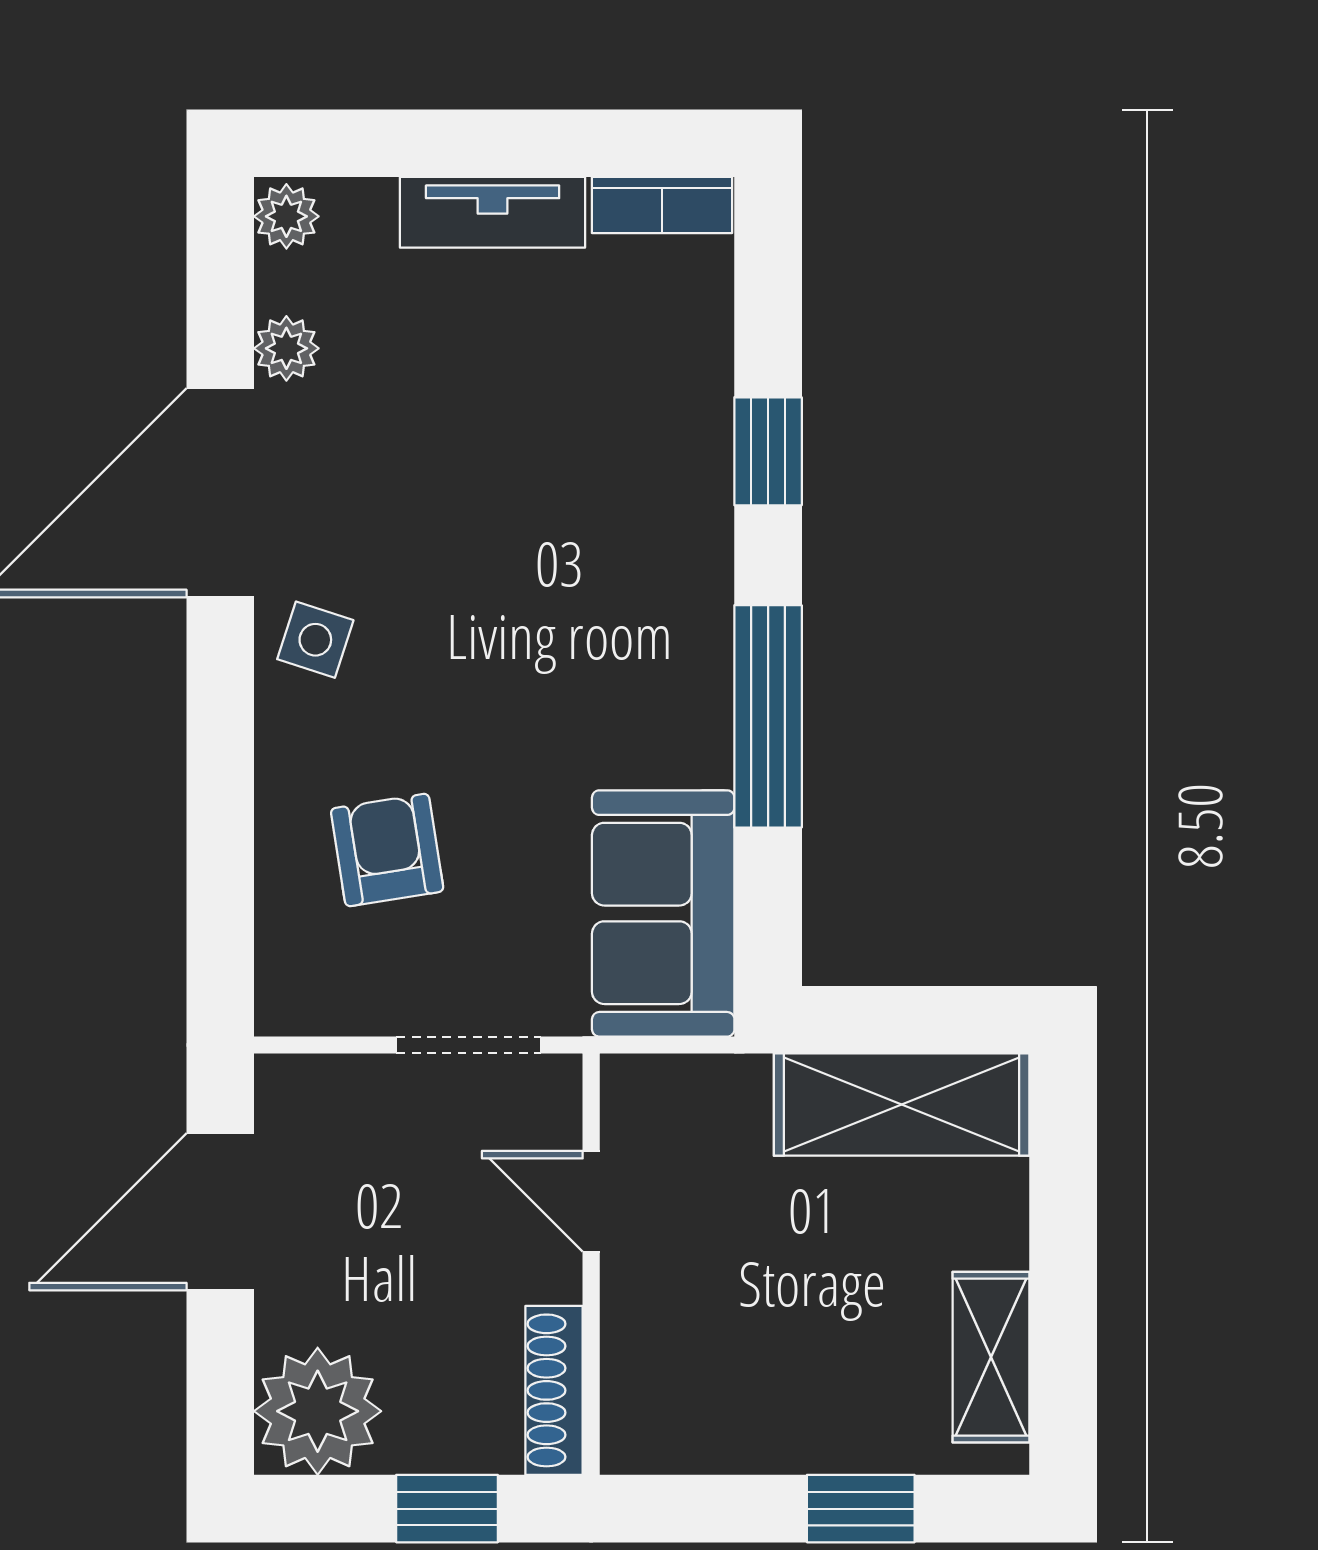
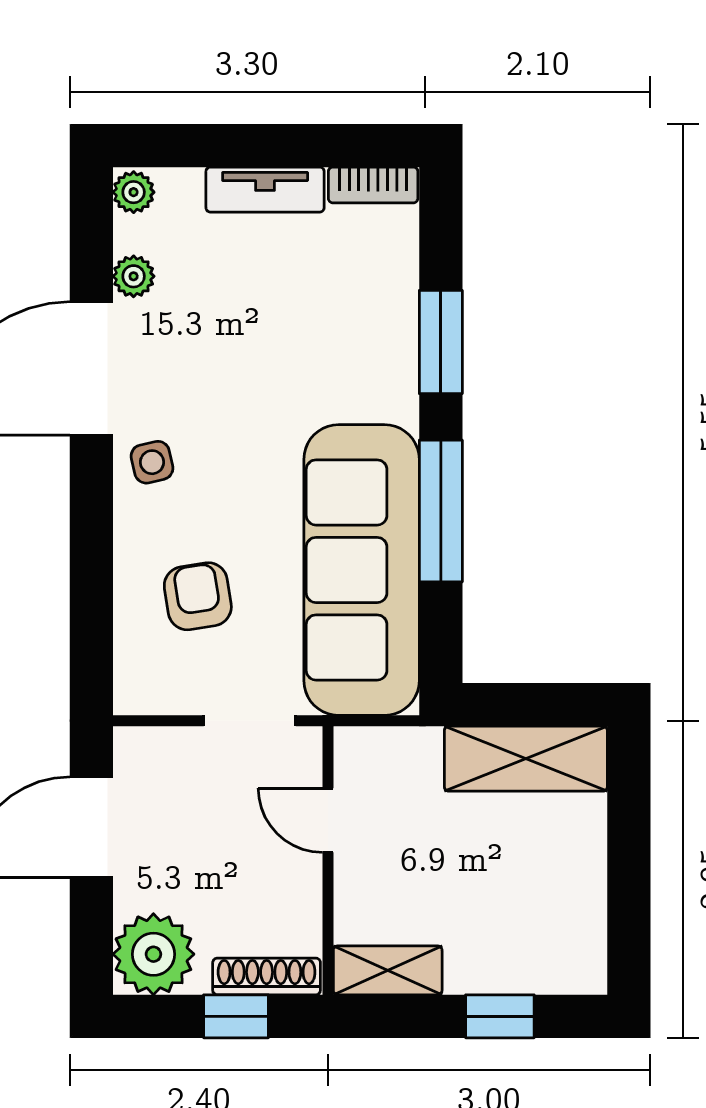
window: (768, 451) -> (441, 342), width x1.50
side table: (315, 640) -> (152, 462), turned -31
sofa: (663, 913) -> (362, 570), width x1.85, depth x1.27
shelving: (991, 1357) -> (388, 970), moved, turned 90
shoe rack: (554, 1390) -> (267, 976), moved, turned 90

